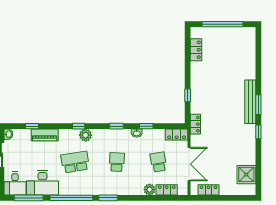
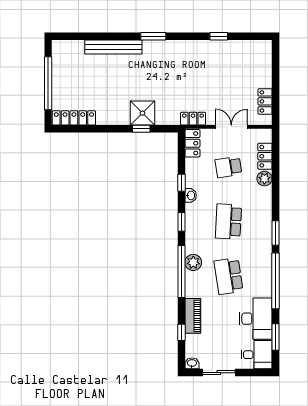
locker: (196, 50) -> (74, 118), width x1.53
bench: (250, 102) -> (113, 47), moved
locker: (195, 124) -> (193, 119), moved
window: (79, 126) -> (181, 272), width x3.17
window: (258, 132) -> (219, 36), moved
school desk: (117, 162) -> (228, 222), width x1.85
double door: (189, 164) -> (231, 127), width x0.73
shower: (246, 175) -> (142, 113), moved
window: (29, 198) -> (275, 337), width x0.69

